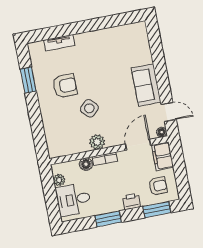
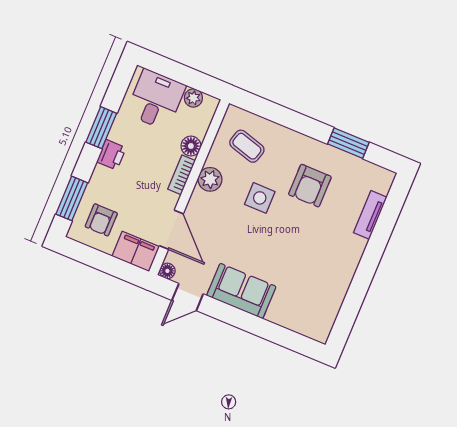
side table: (89, 108) -> (260, 198), turned 45
coffee table: (66, 134) -> (247, 146), added
printer: (131, 201) -> (111, 155), moved

